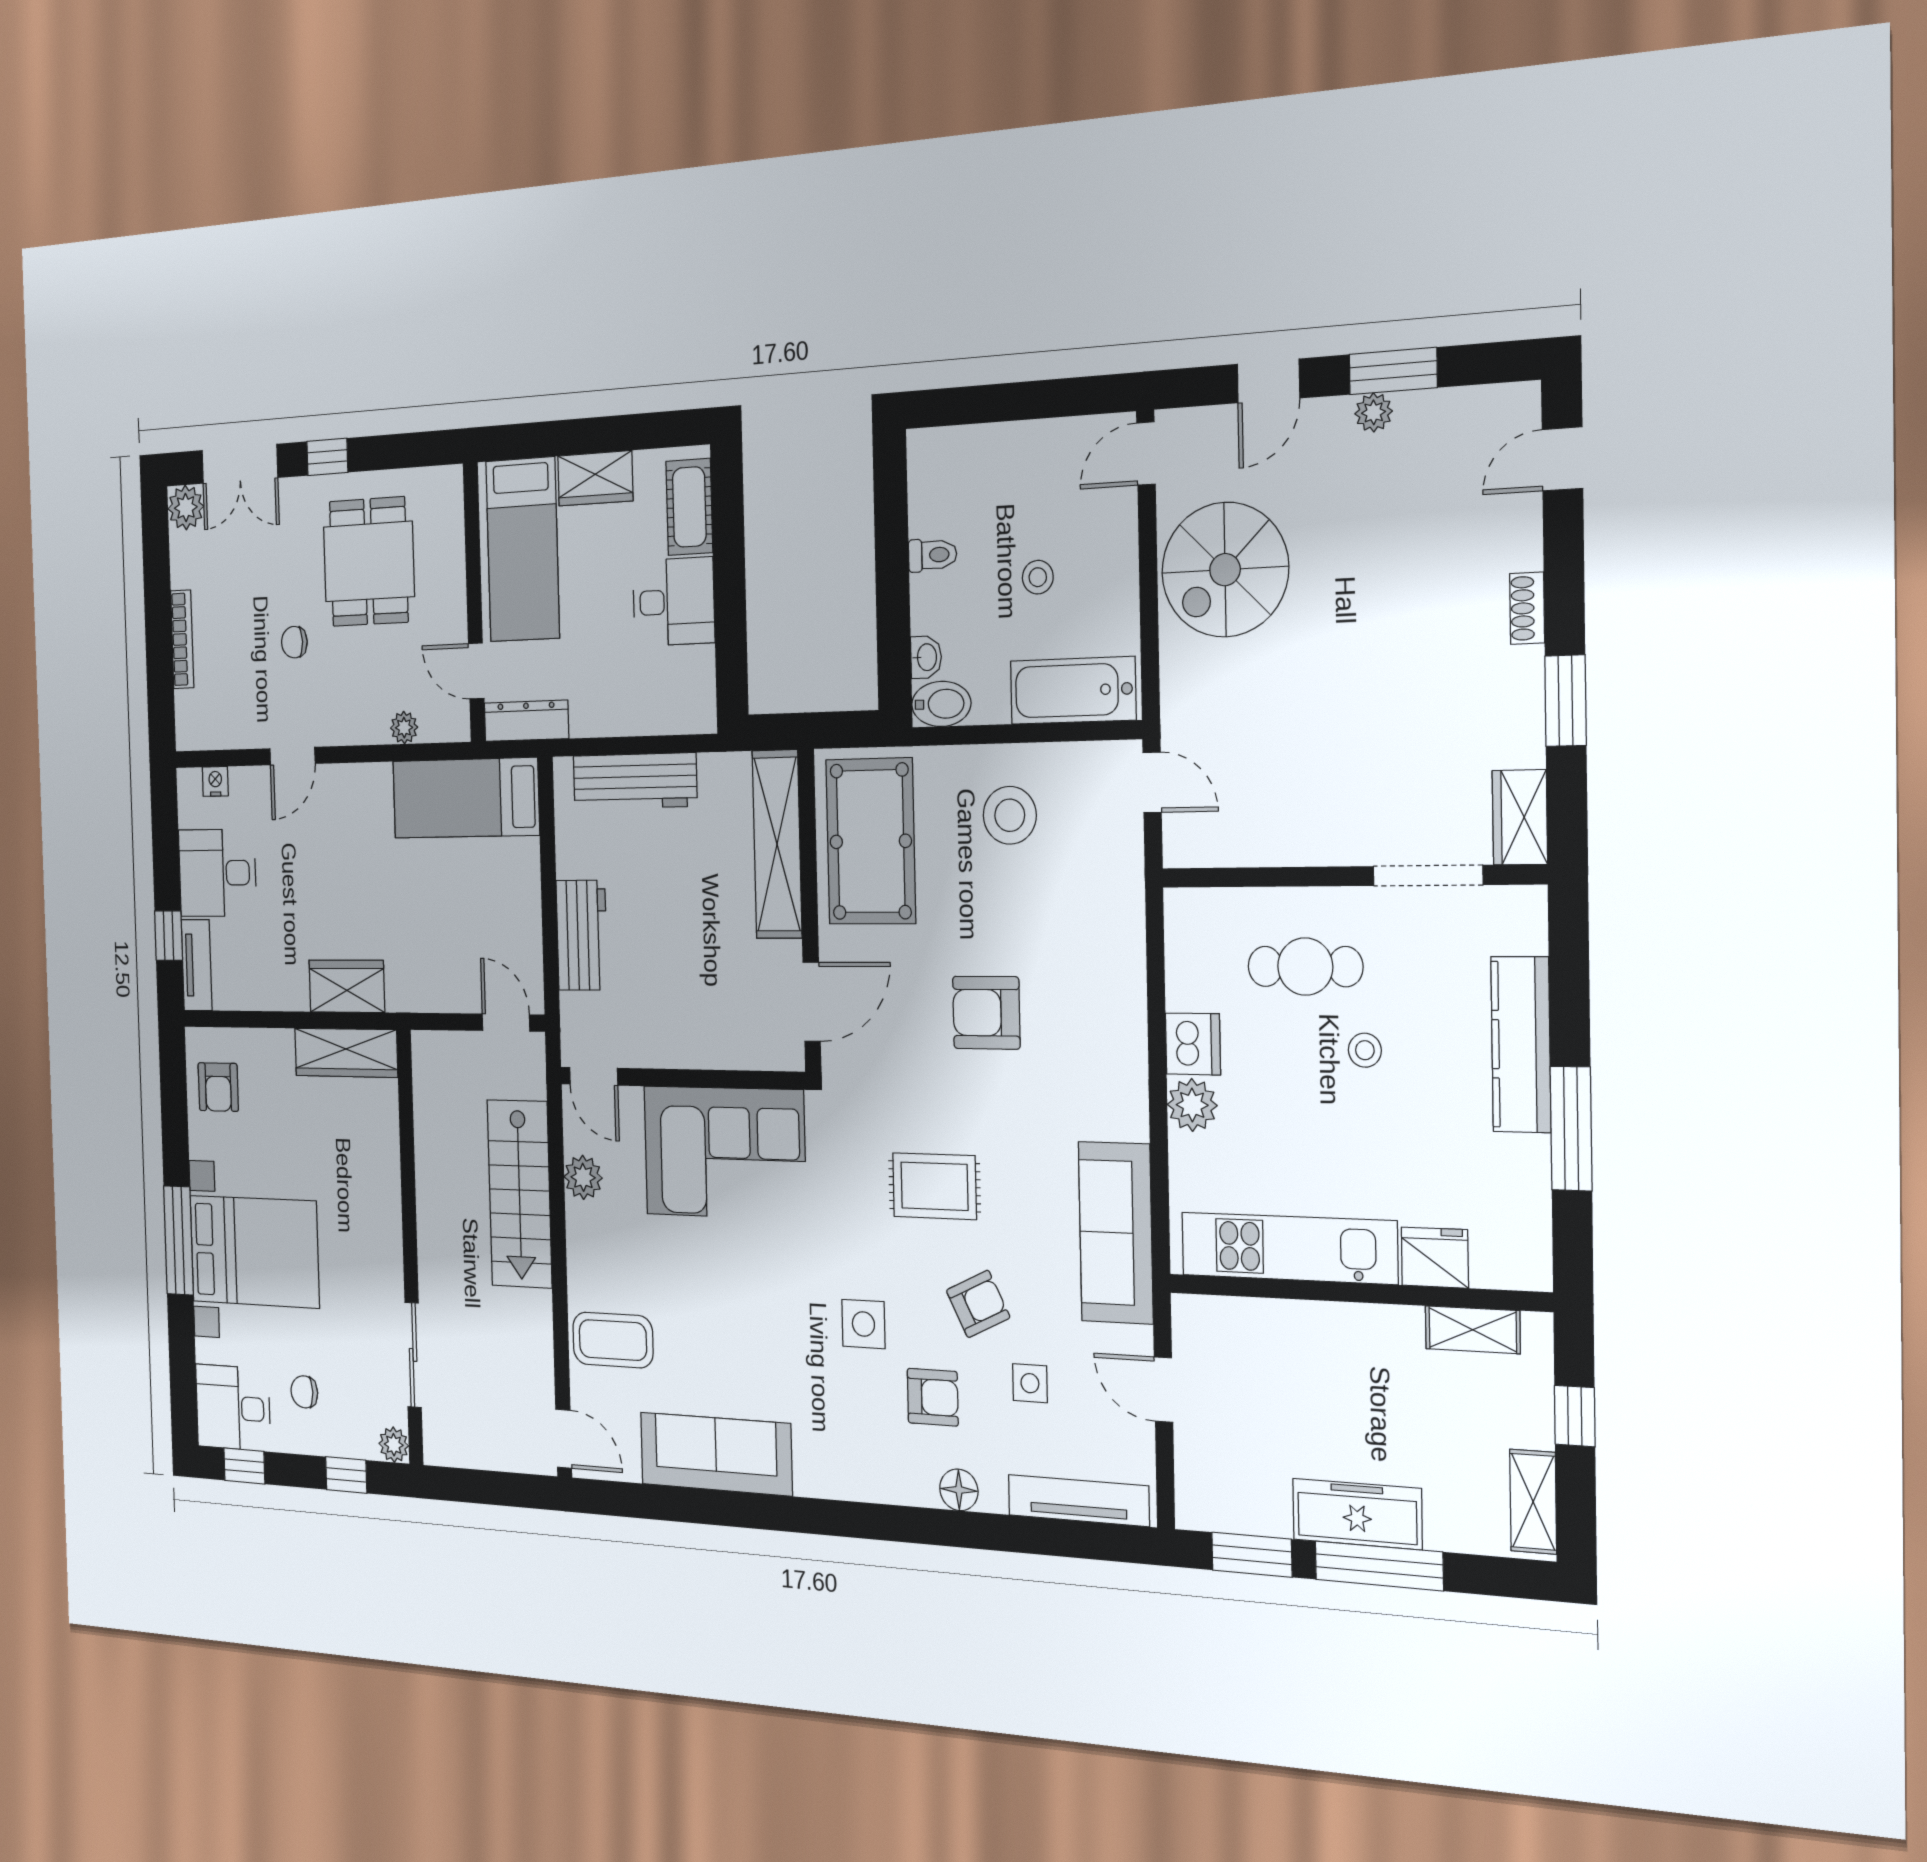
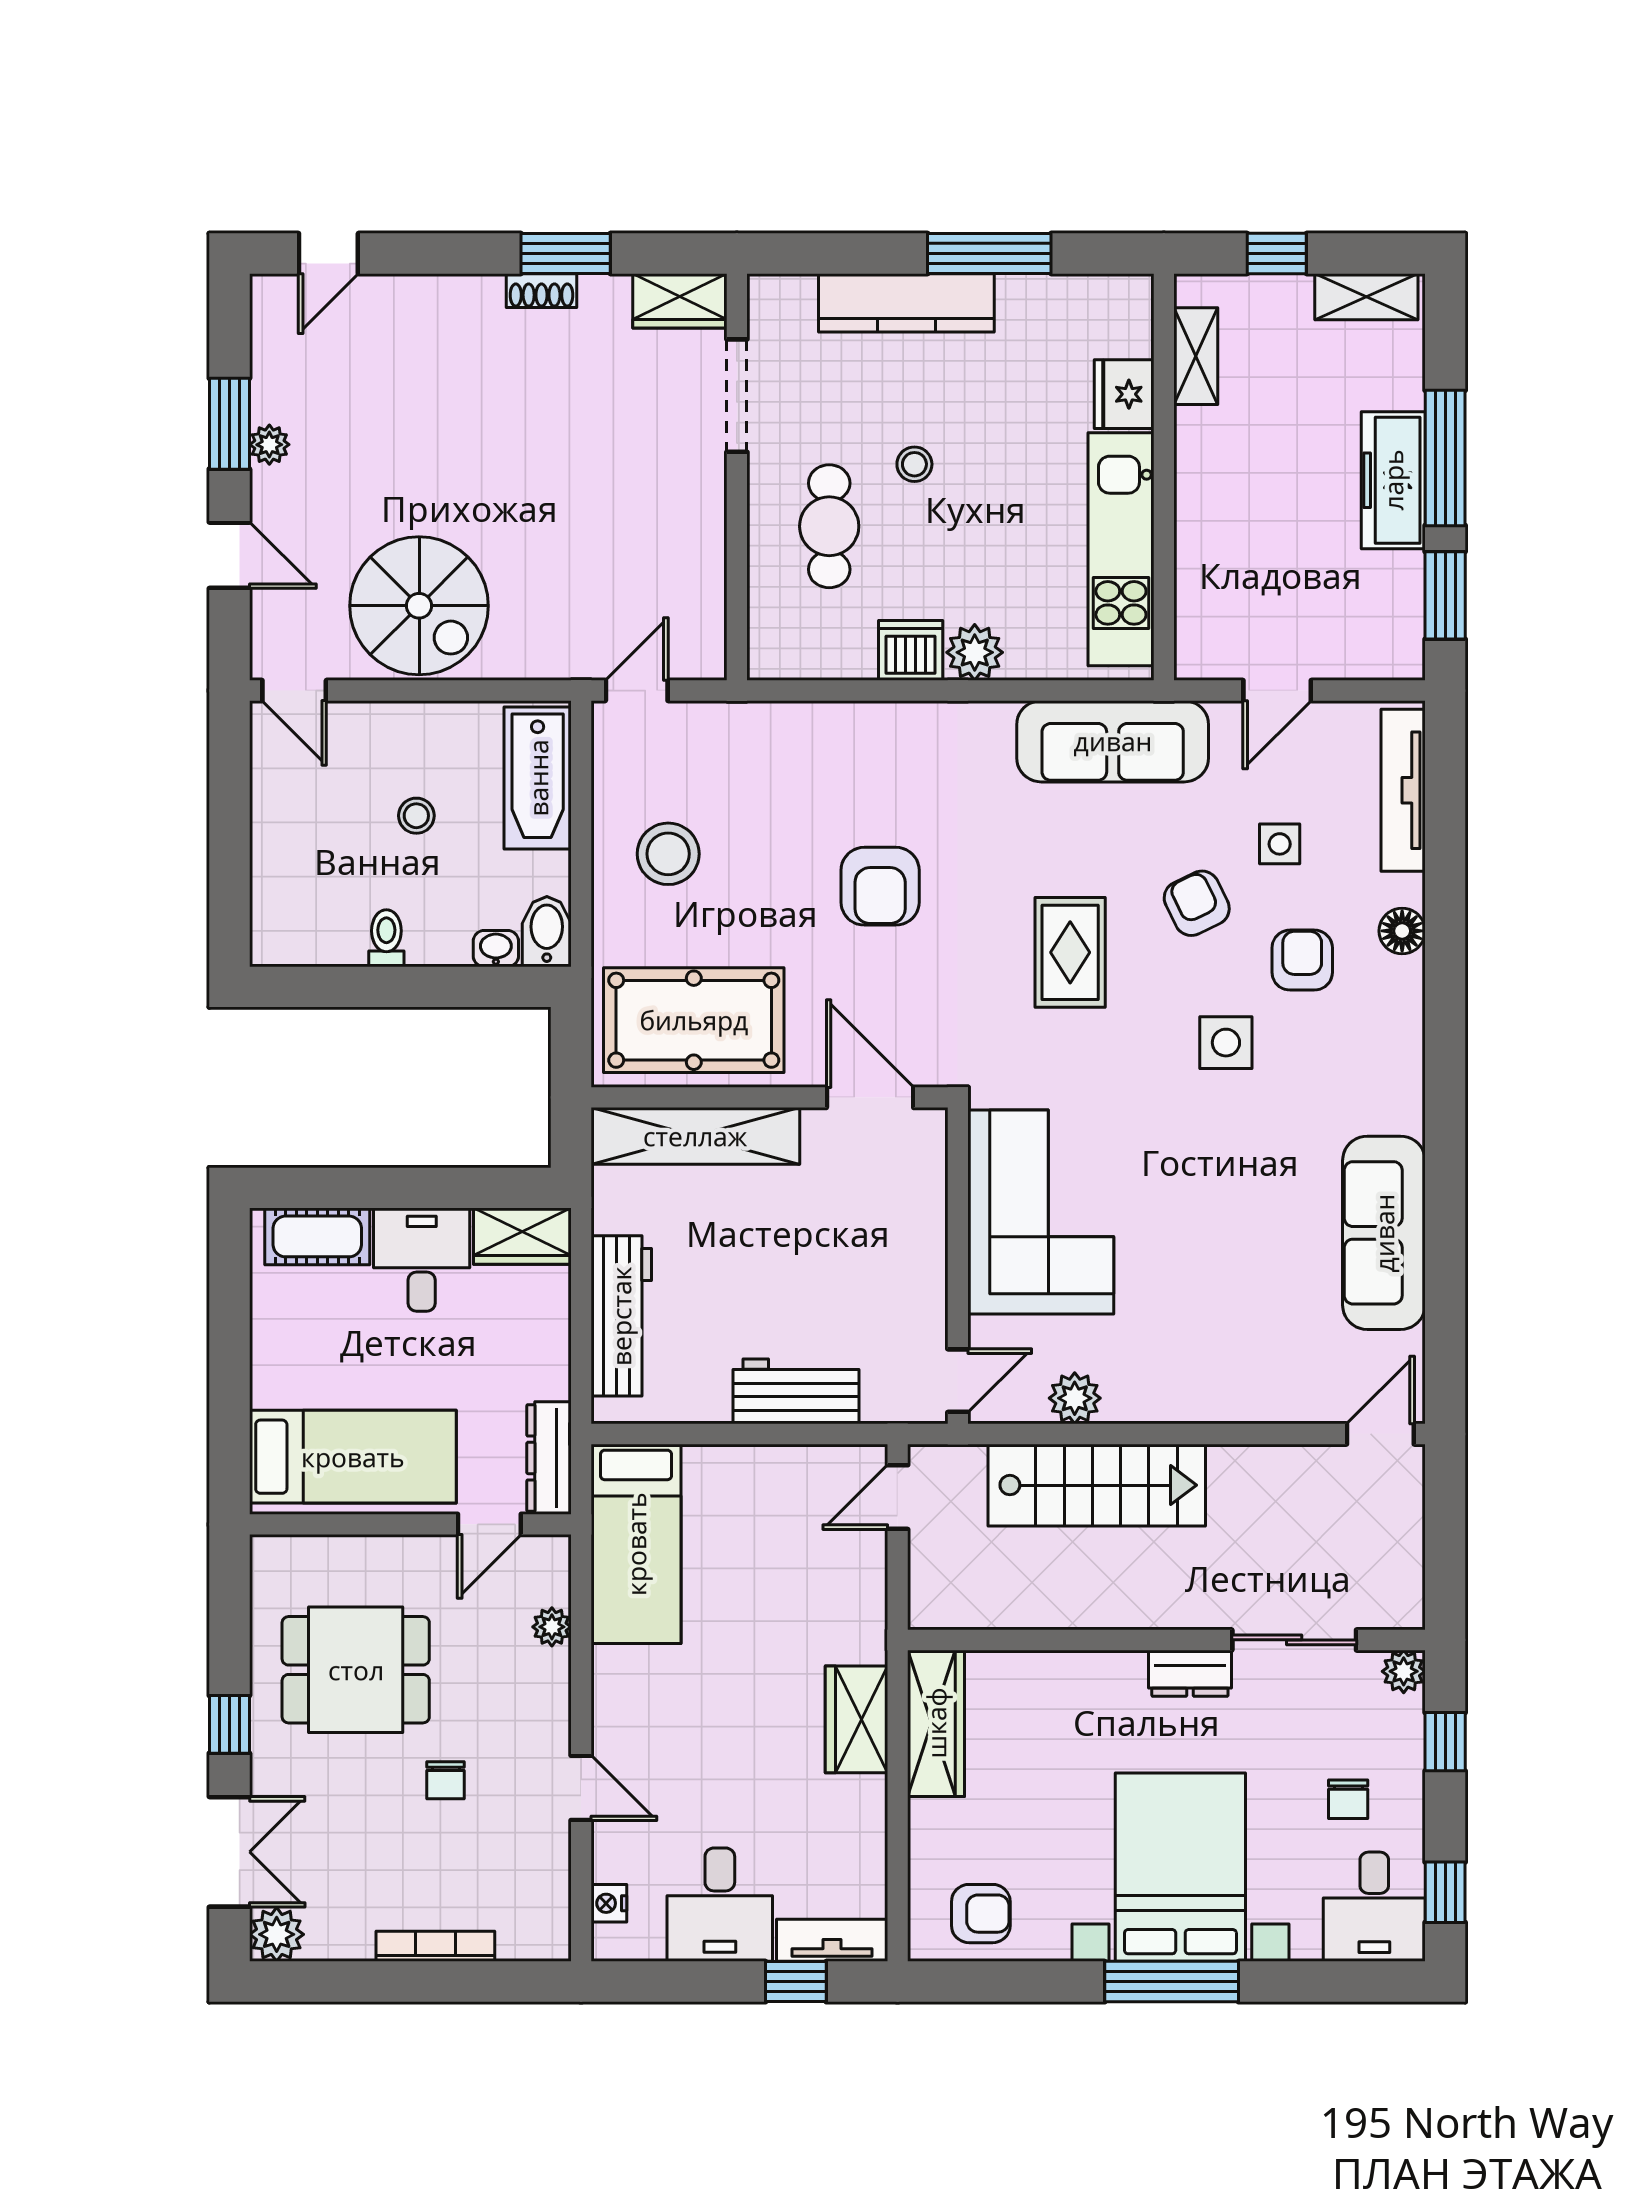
door: (1562, 459) -> (328, 253), hinge flipped
wardrobe: (595, 478) -> (522, 1236), moved, turned 90
shoe rack: (1527, 608) -> (542, 291), moved
dresser: (387, 1266) -> (1190, 1673), added
coffee table: (613, 1340) -> (1261, 1364), removed

